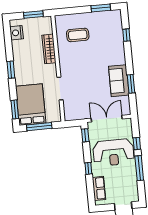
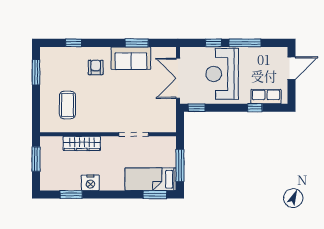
nightstand: (17, 33) -> (90, 183), moved
armchair: (109, 54) -> (96, 67), added
window: (11, 70) -> (71, 195), moved
bed: (31, 105) -> (151, 179), width x0.67
reception desk: (113, 153) -> (222, 74), turned 180
window: (88, 168) -> (255, 108), moved

